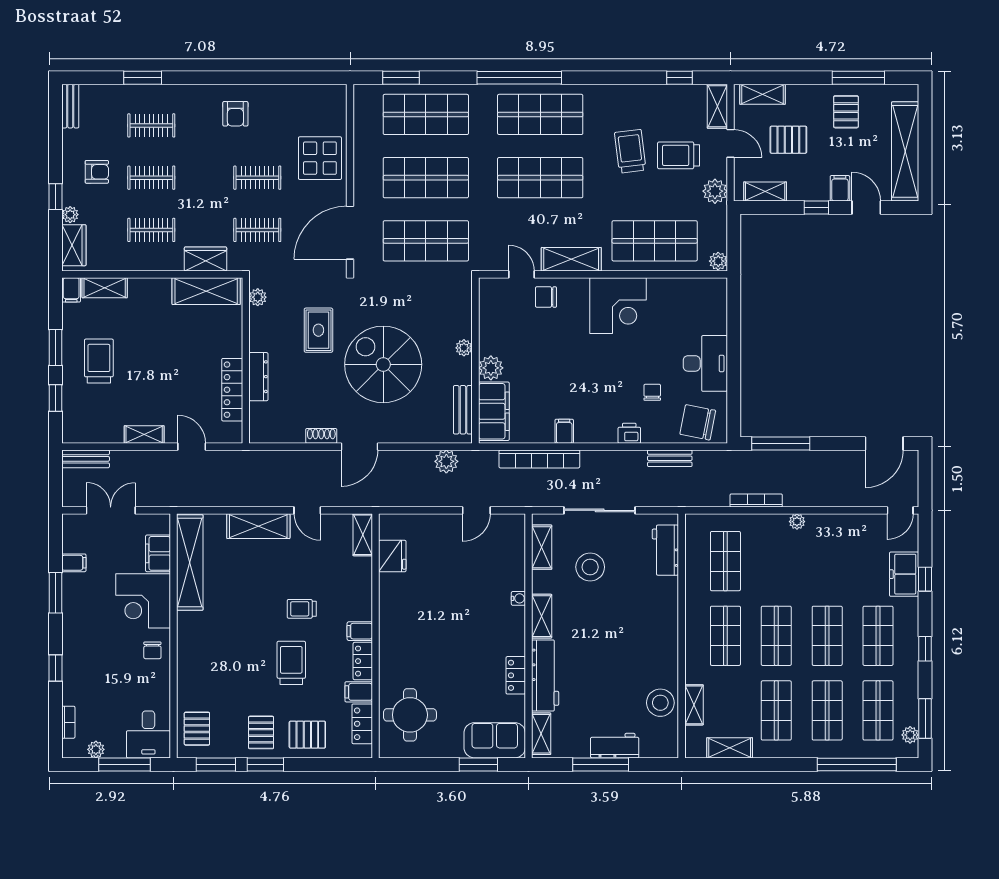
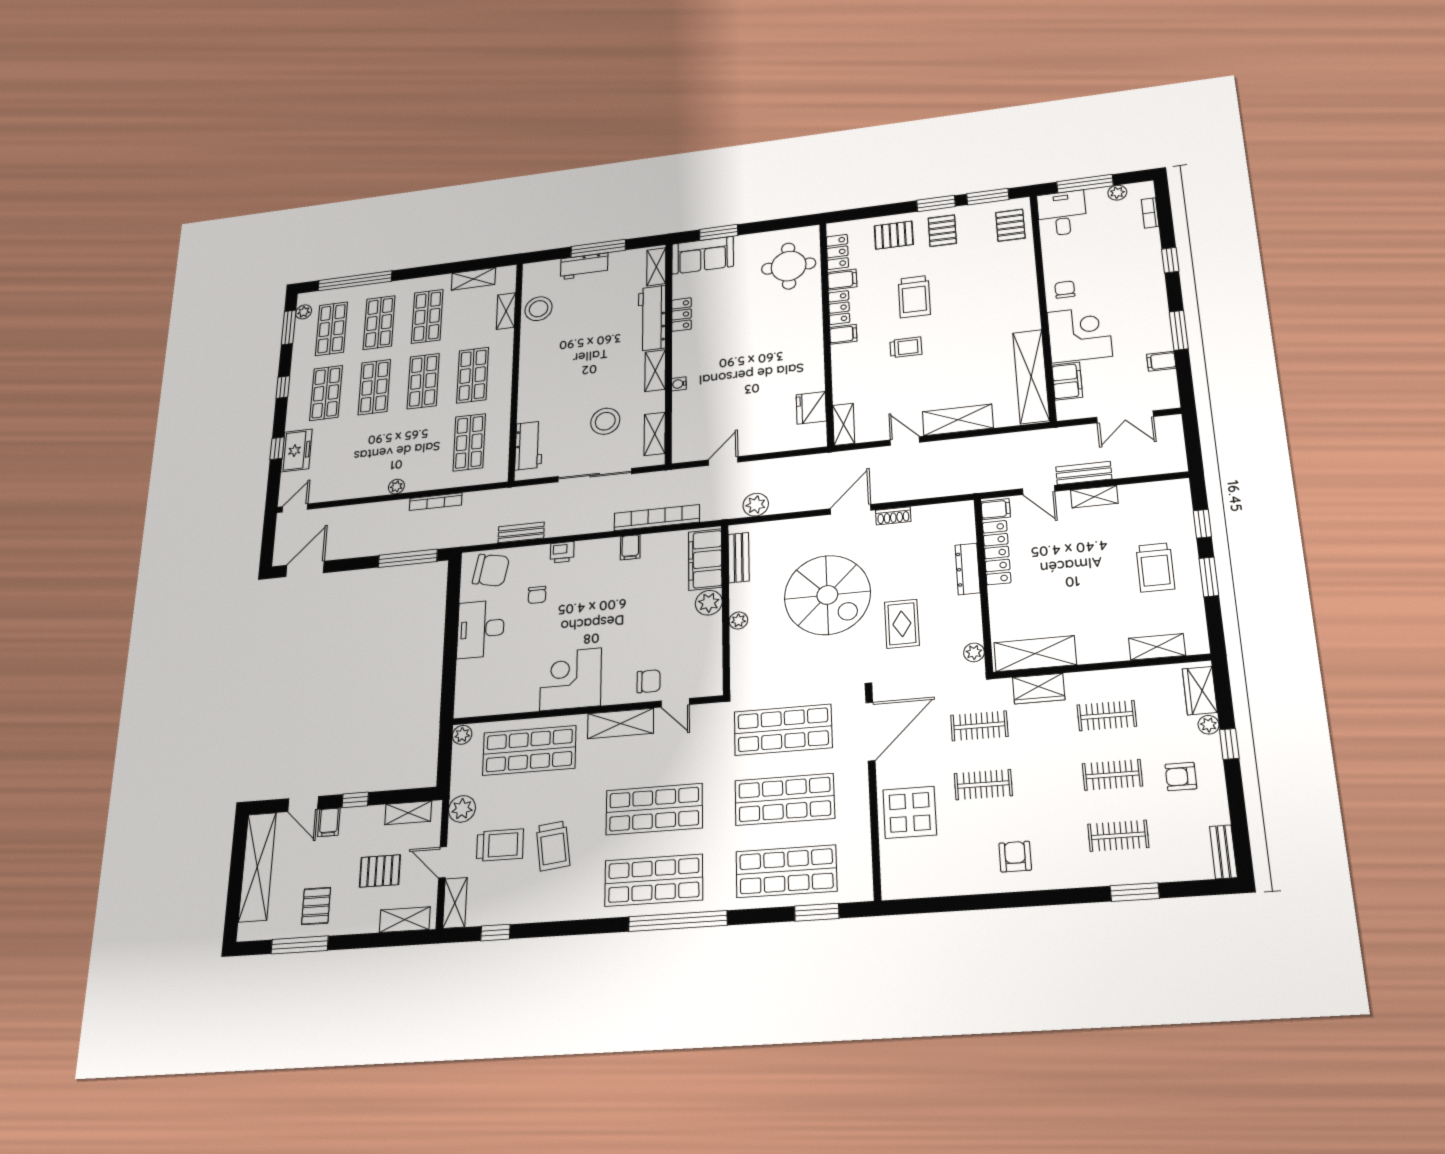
filing cabinet: (71, 290) -> (996, 509), moved, turned 90
bench: (86, 459) -> (1084, 473), moved

